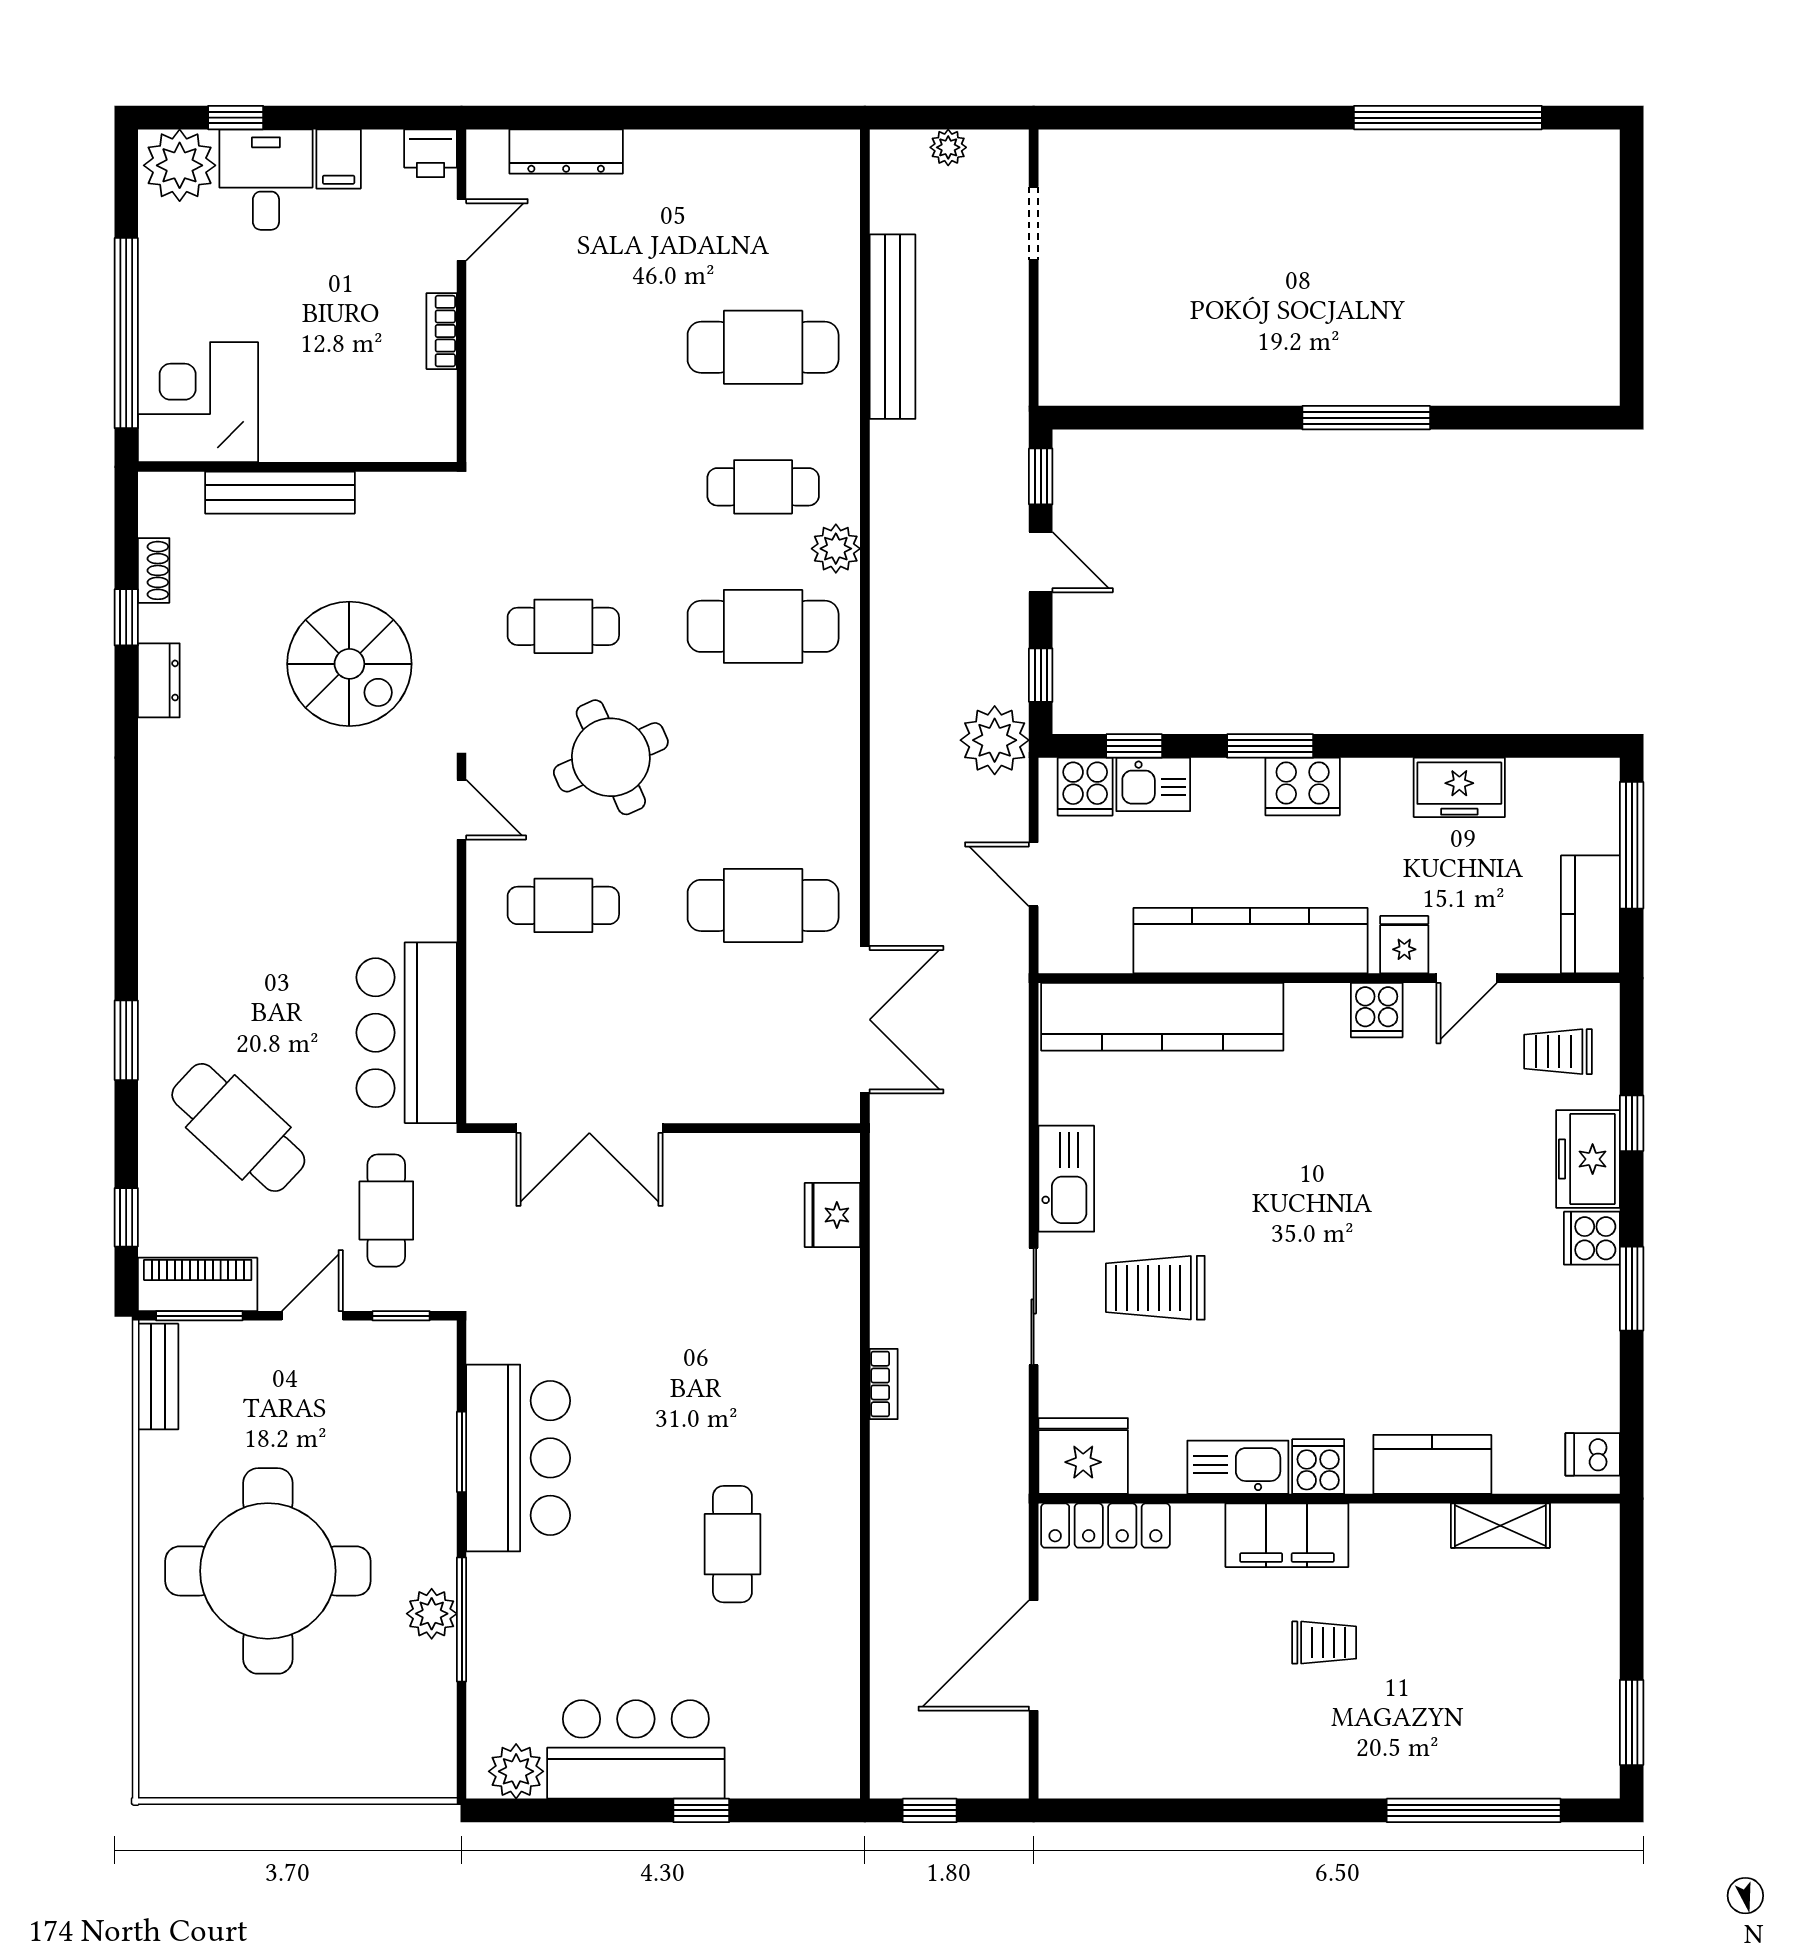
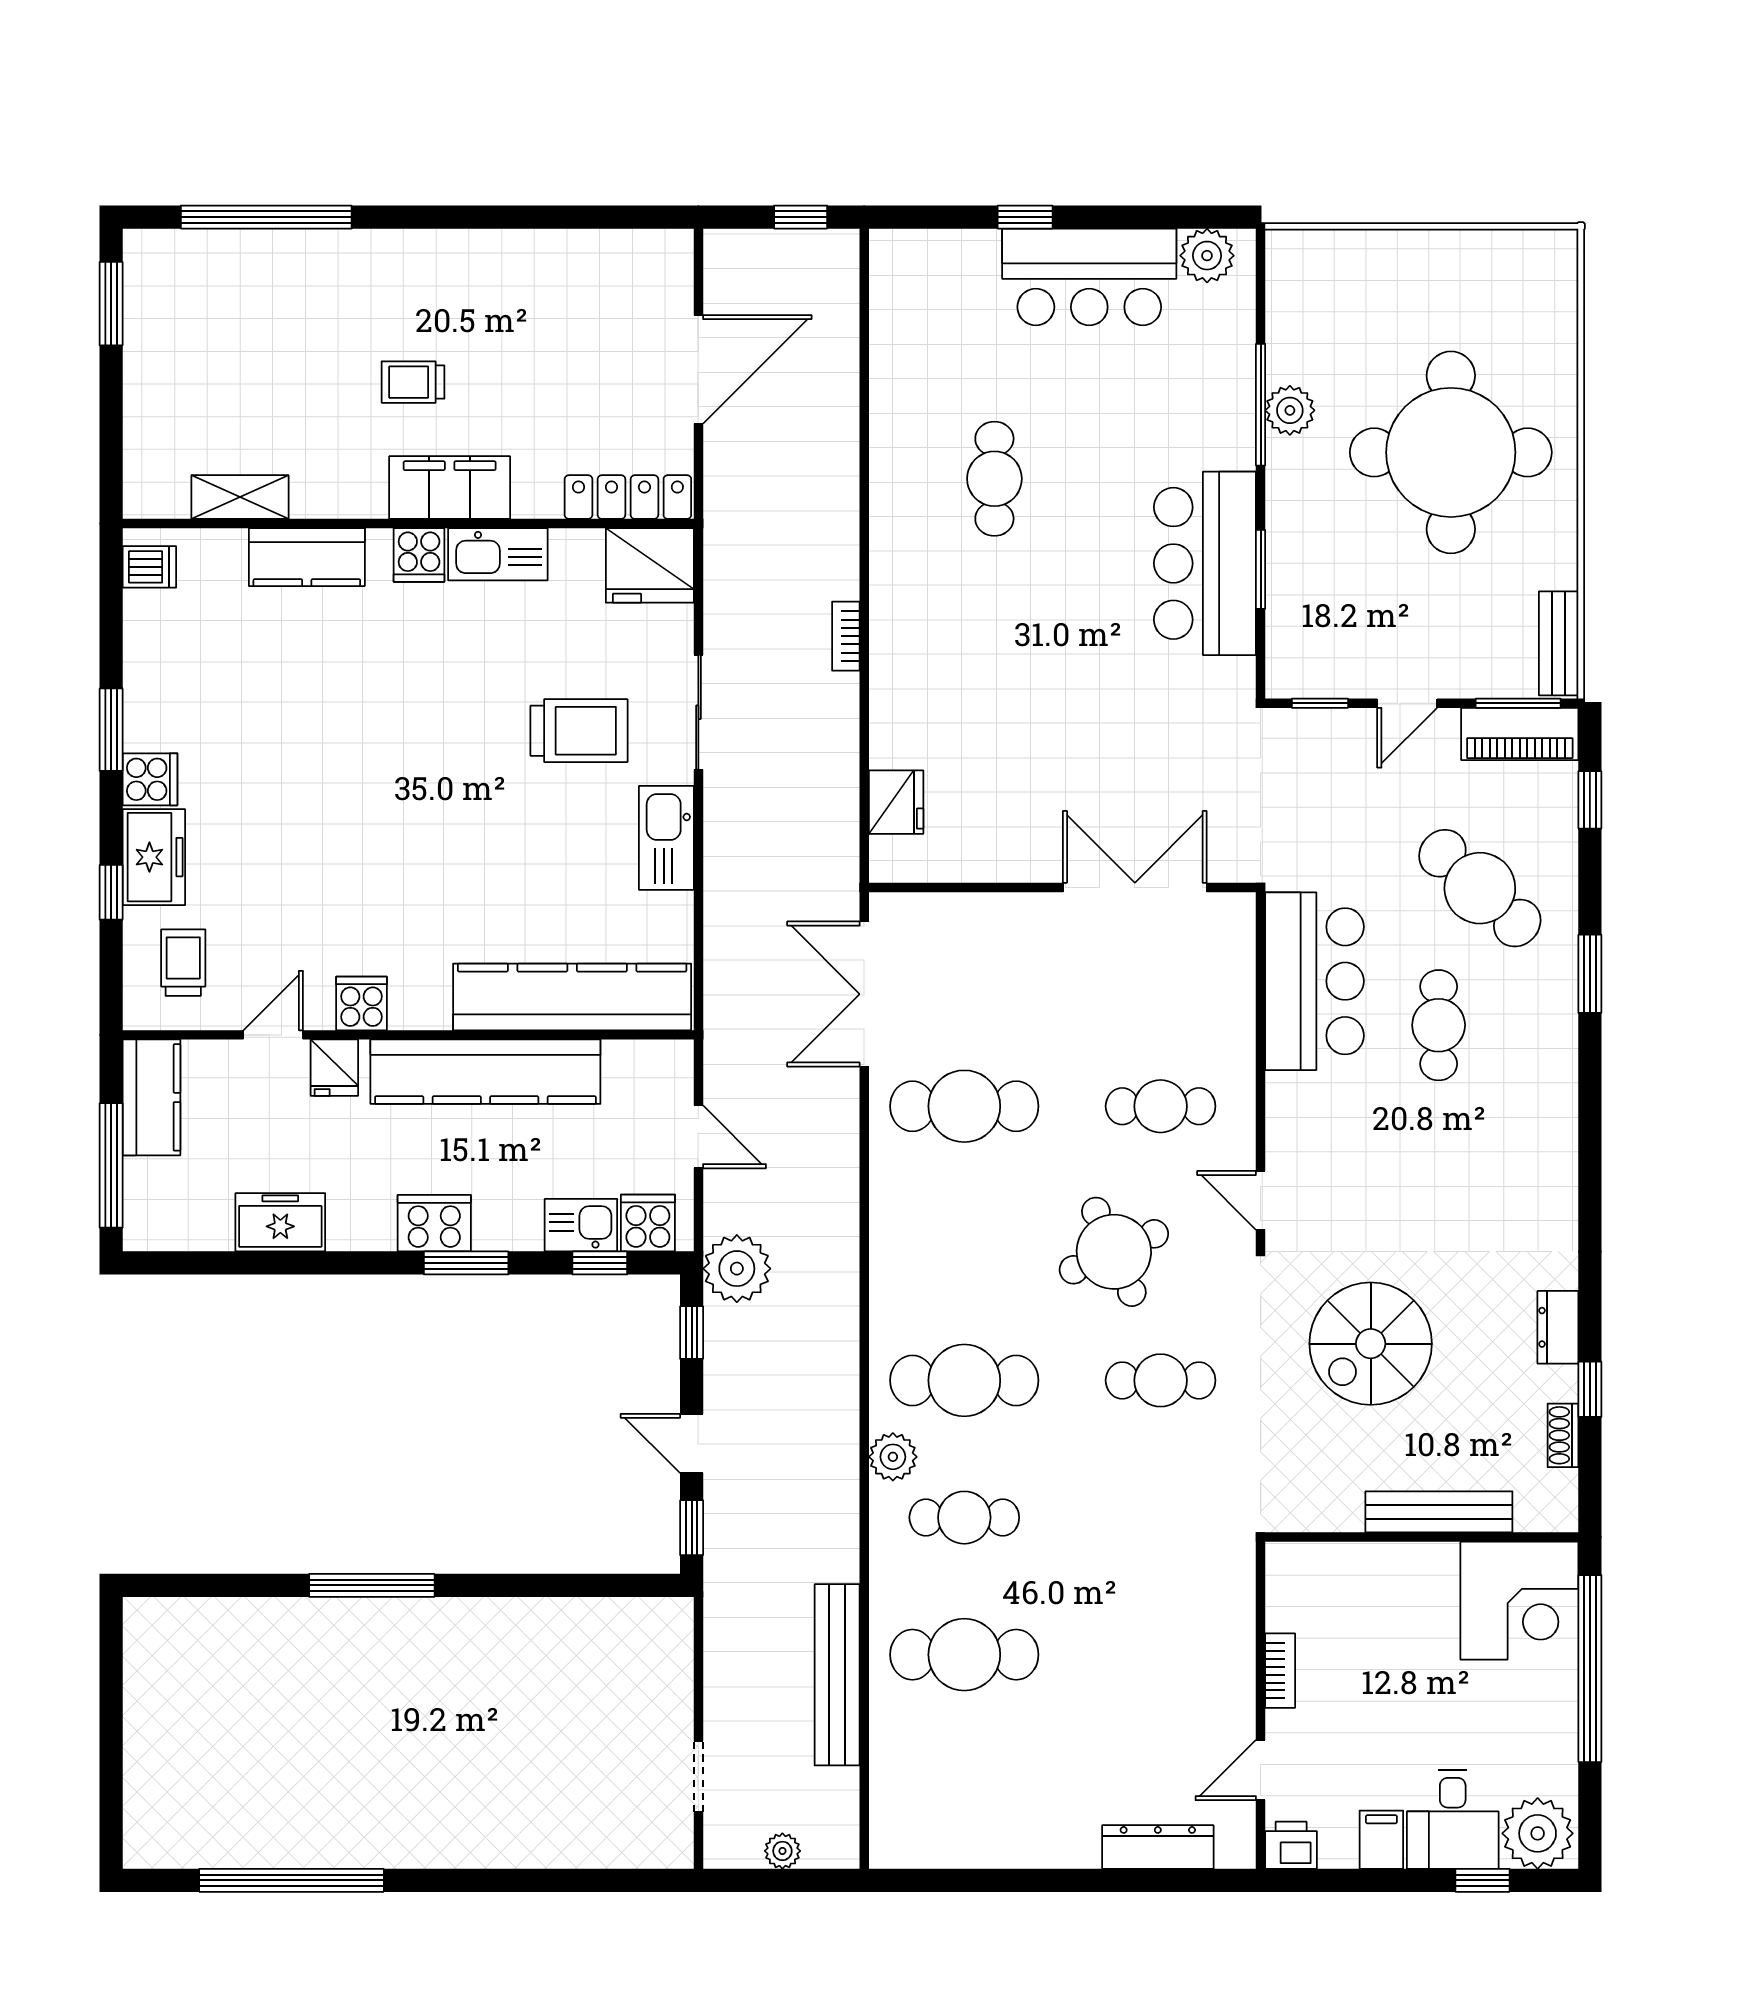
spiral stairs: (349, 664) -> (1371, 1344), turned -90
trolley: (1558, 1052) -> (183, 963), turned -90
cafe table: (386, 1211) -> (1439, 1025), moved

